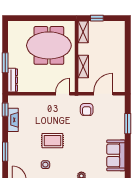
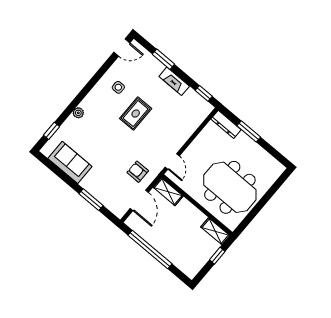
meeting table: (49, 45) -> (230, 187), turned 90
window: (128, 62) -> (150, 250), added
shelving: (83, 67) -> (168, 192), moved
fireplace: (13, 120) -> (174, 81), moved

